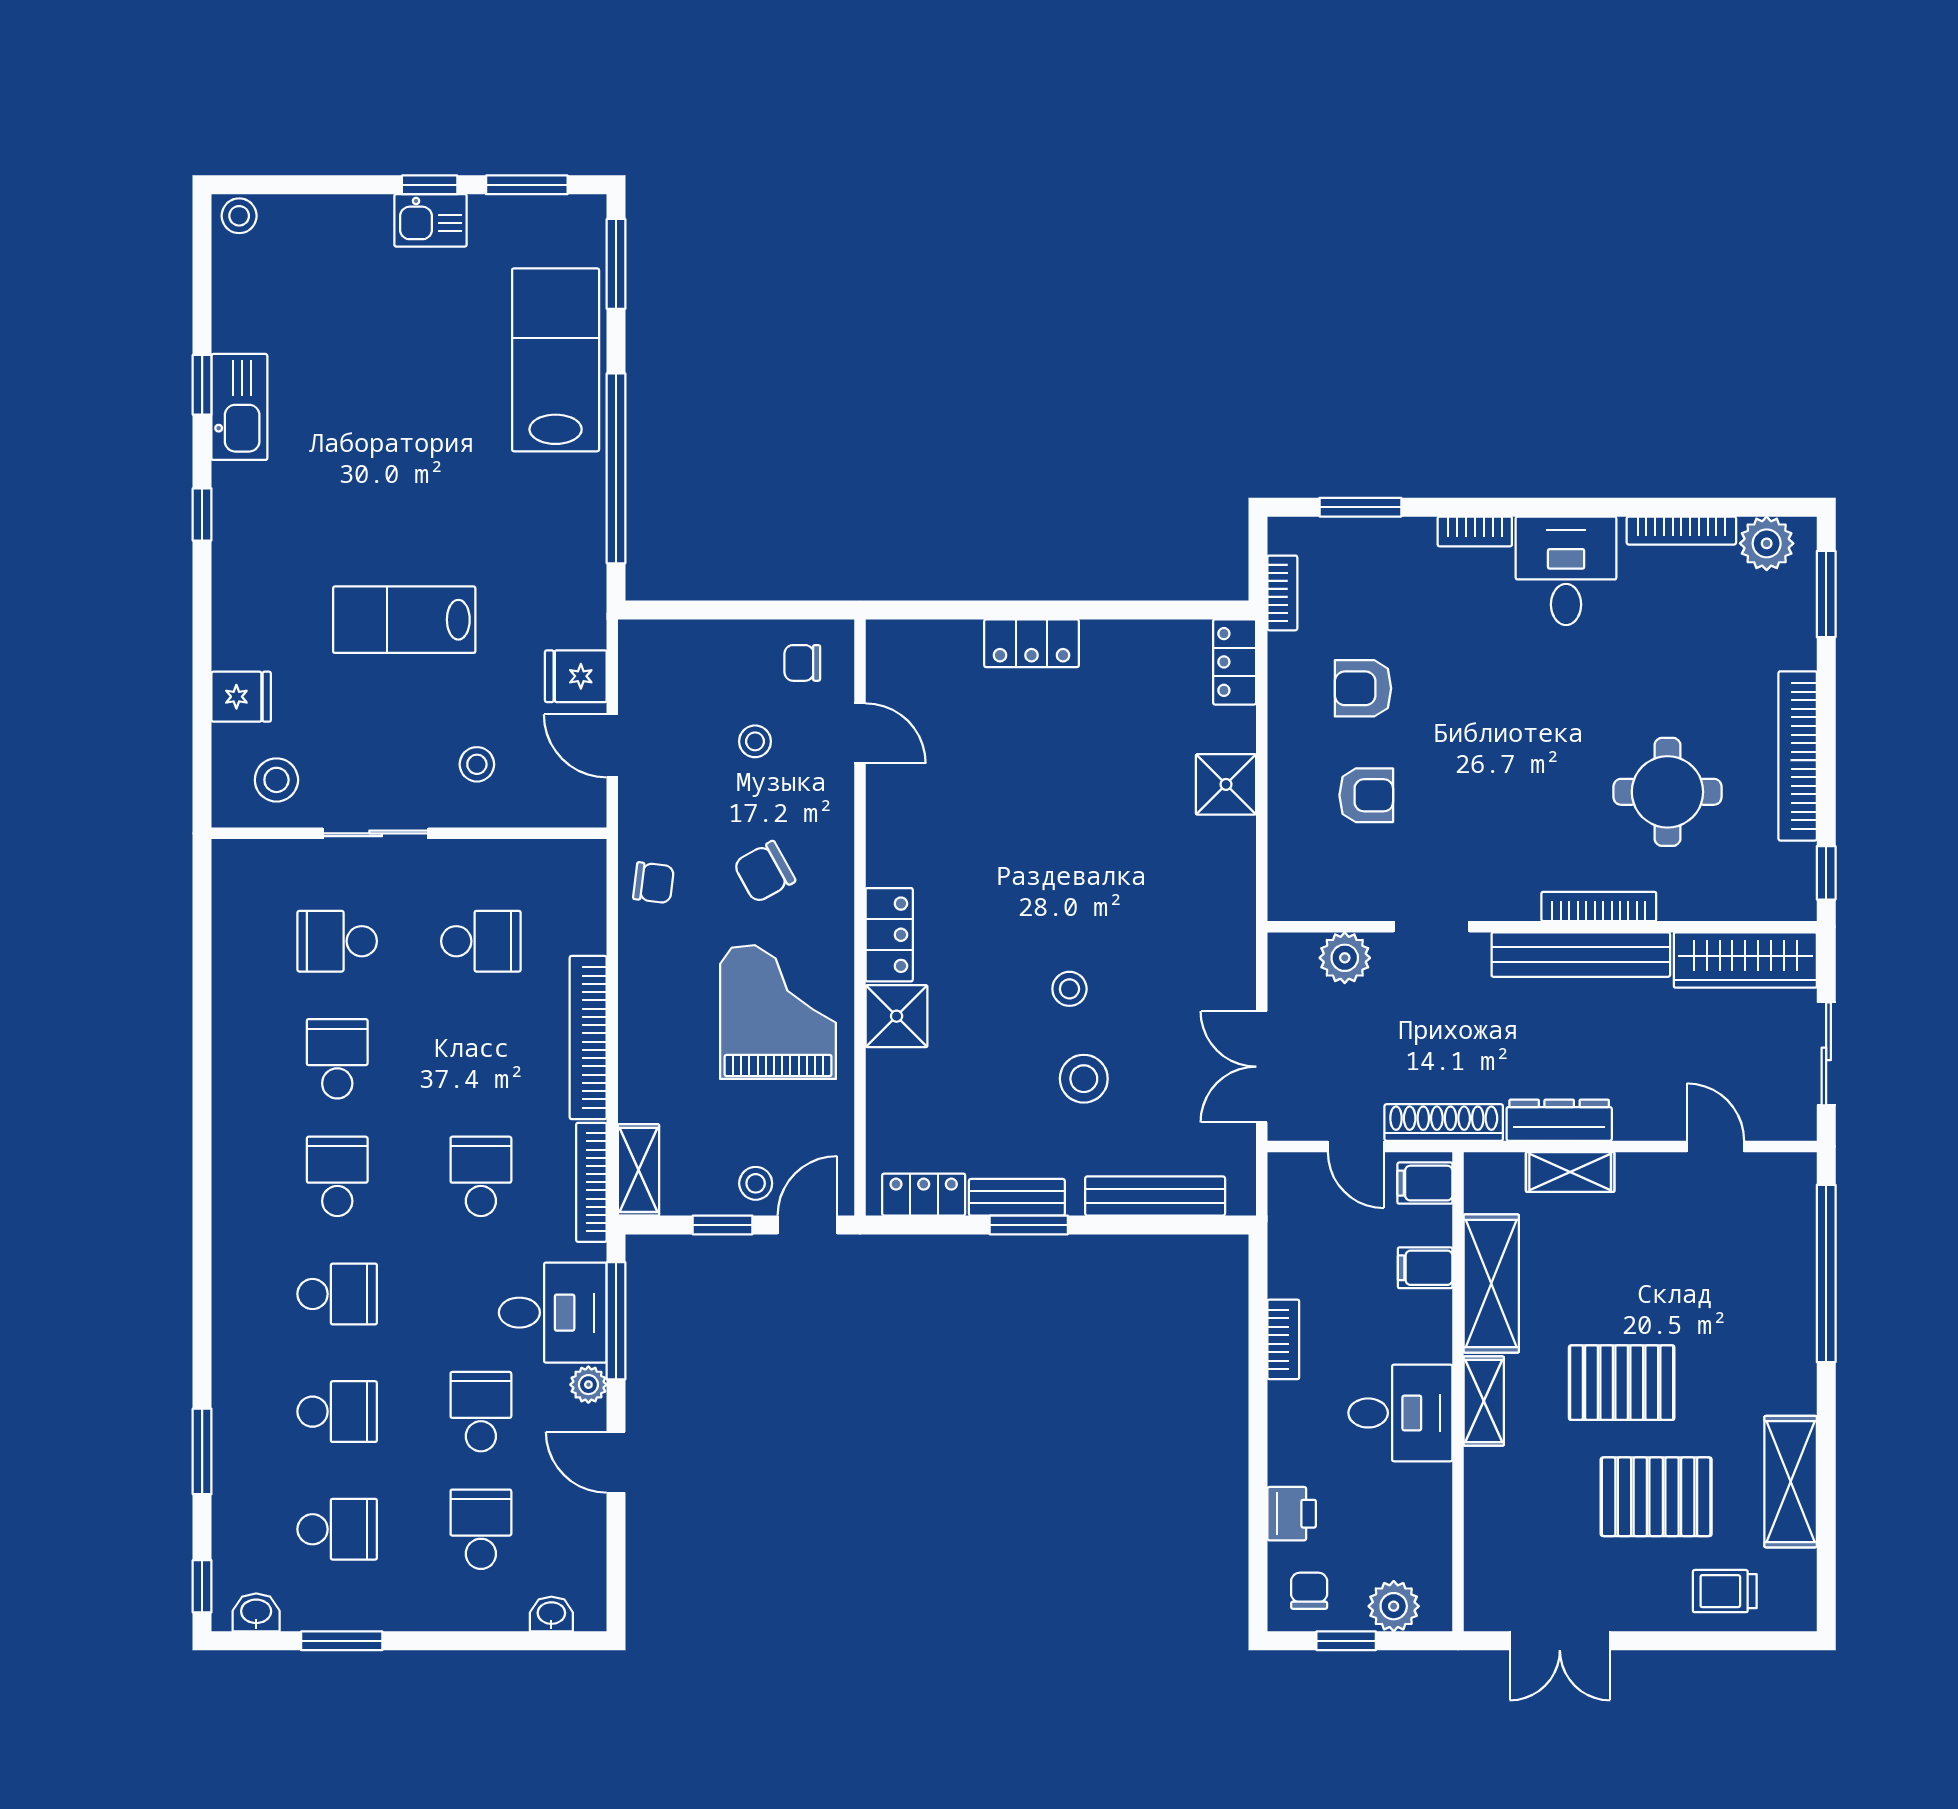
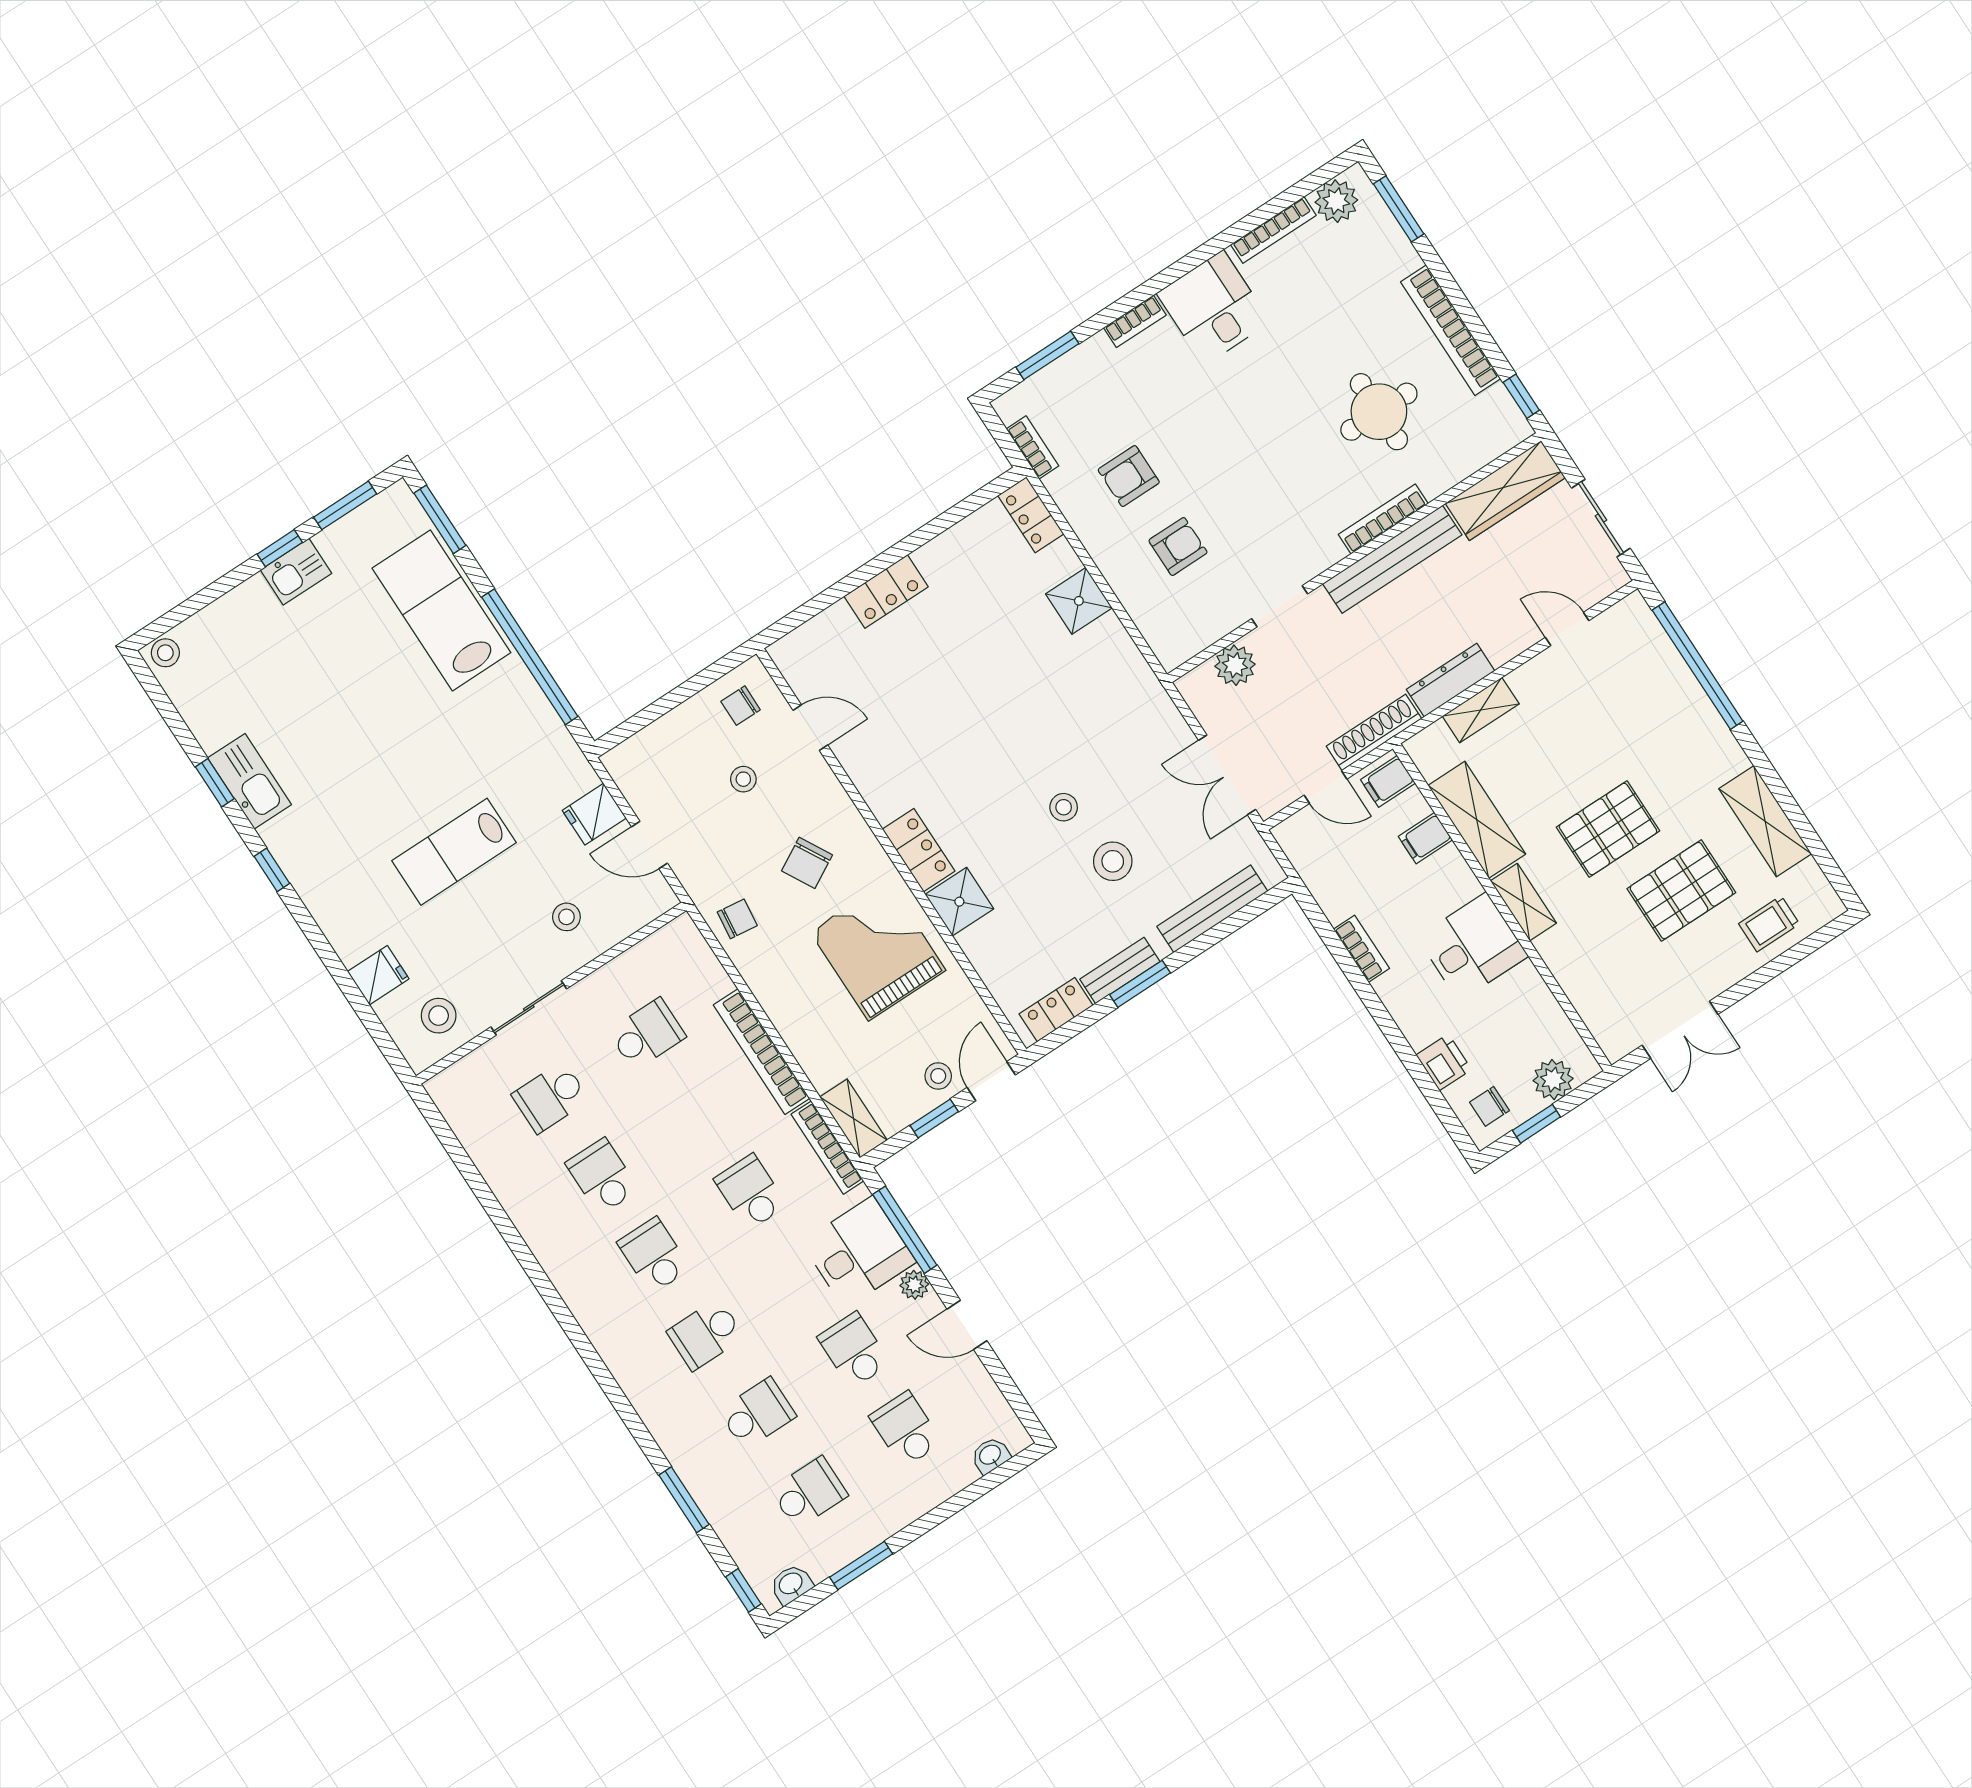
school desk: (337, 1294) -> (706, 1334), turned 180
chair: (1309, 1591) -> (1489, 1106), turned -90

